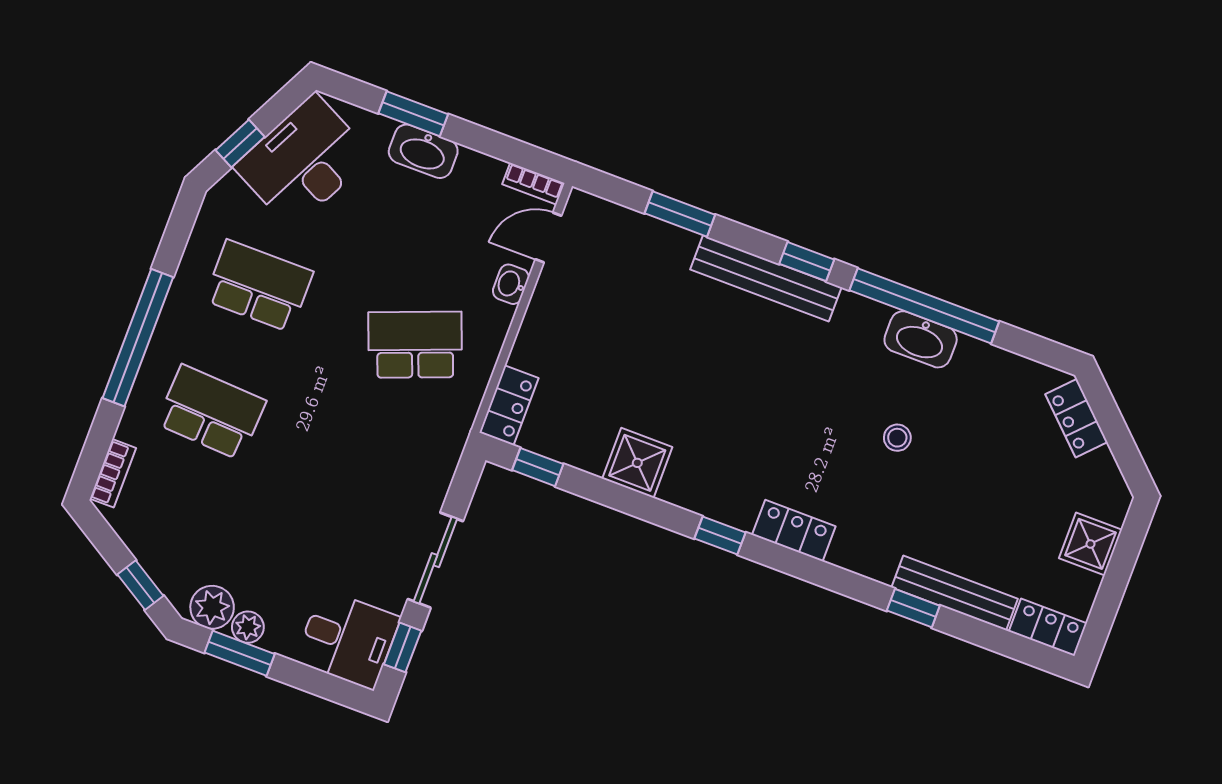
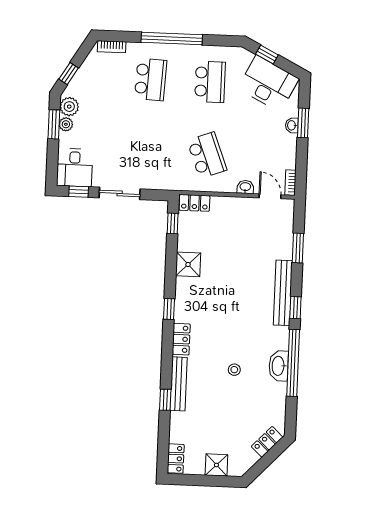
washbasin: (423, 151) -> (292, 125), width x0.52, depth x0.69
bench: (955, 593) -> (179, 384), moved

